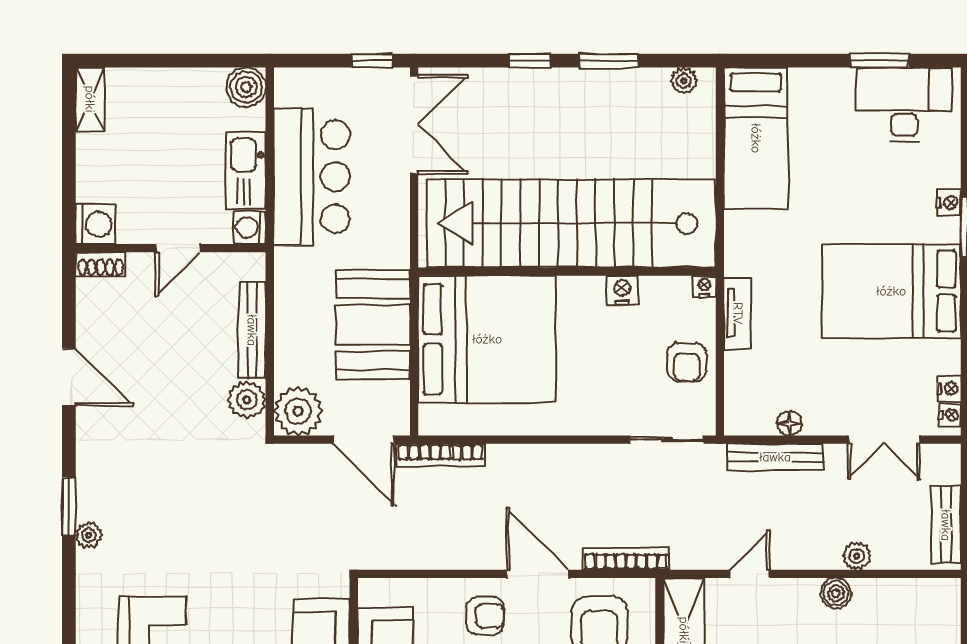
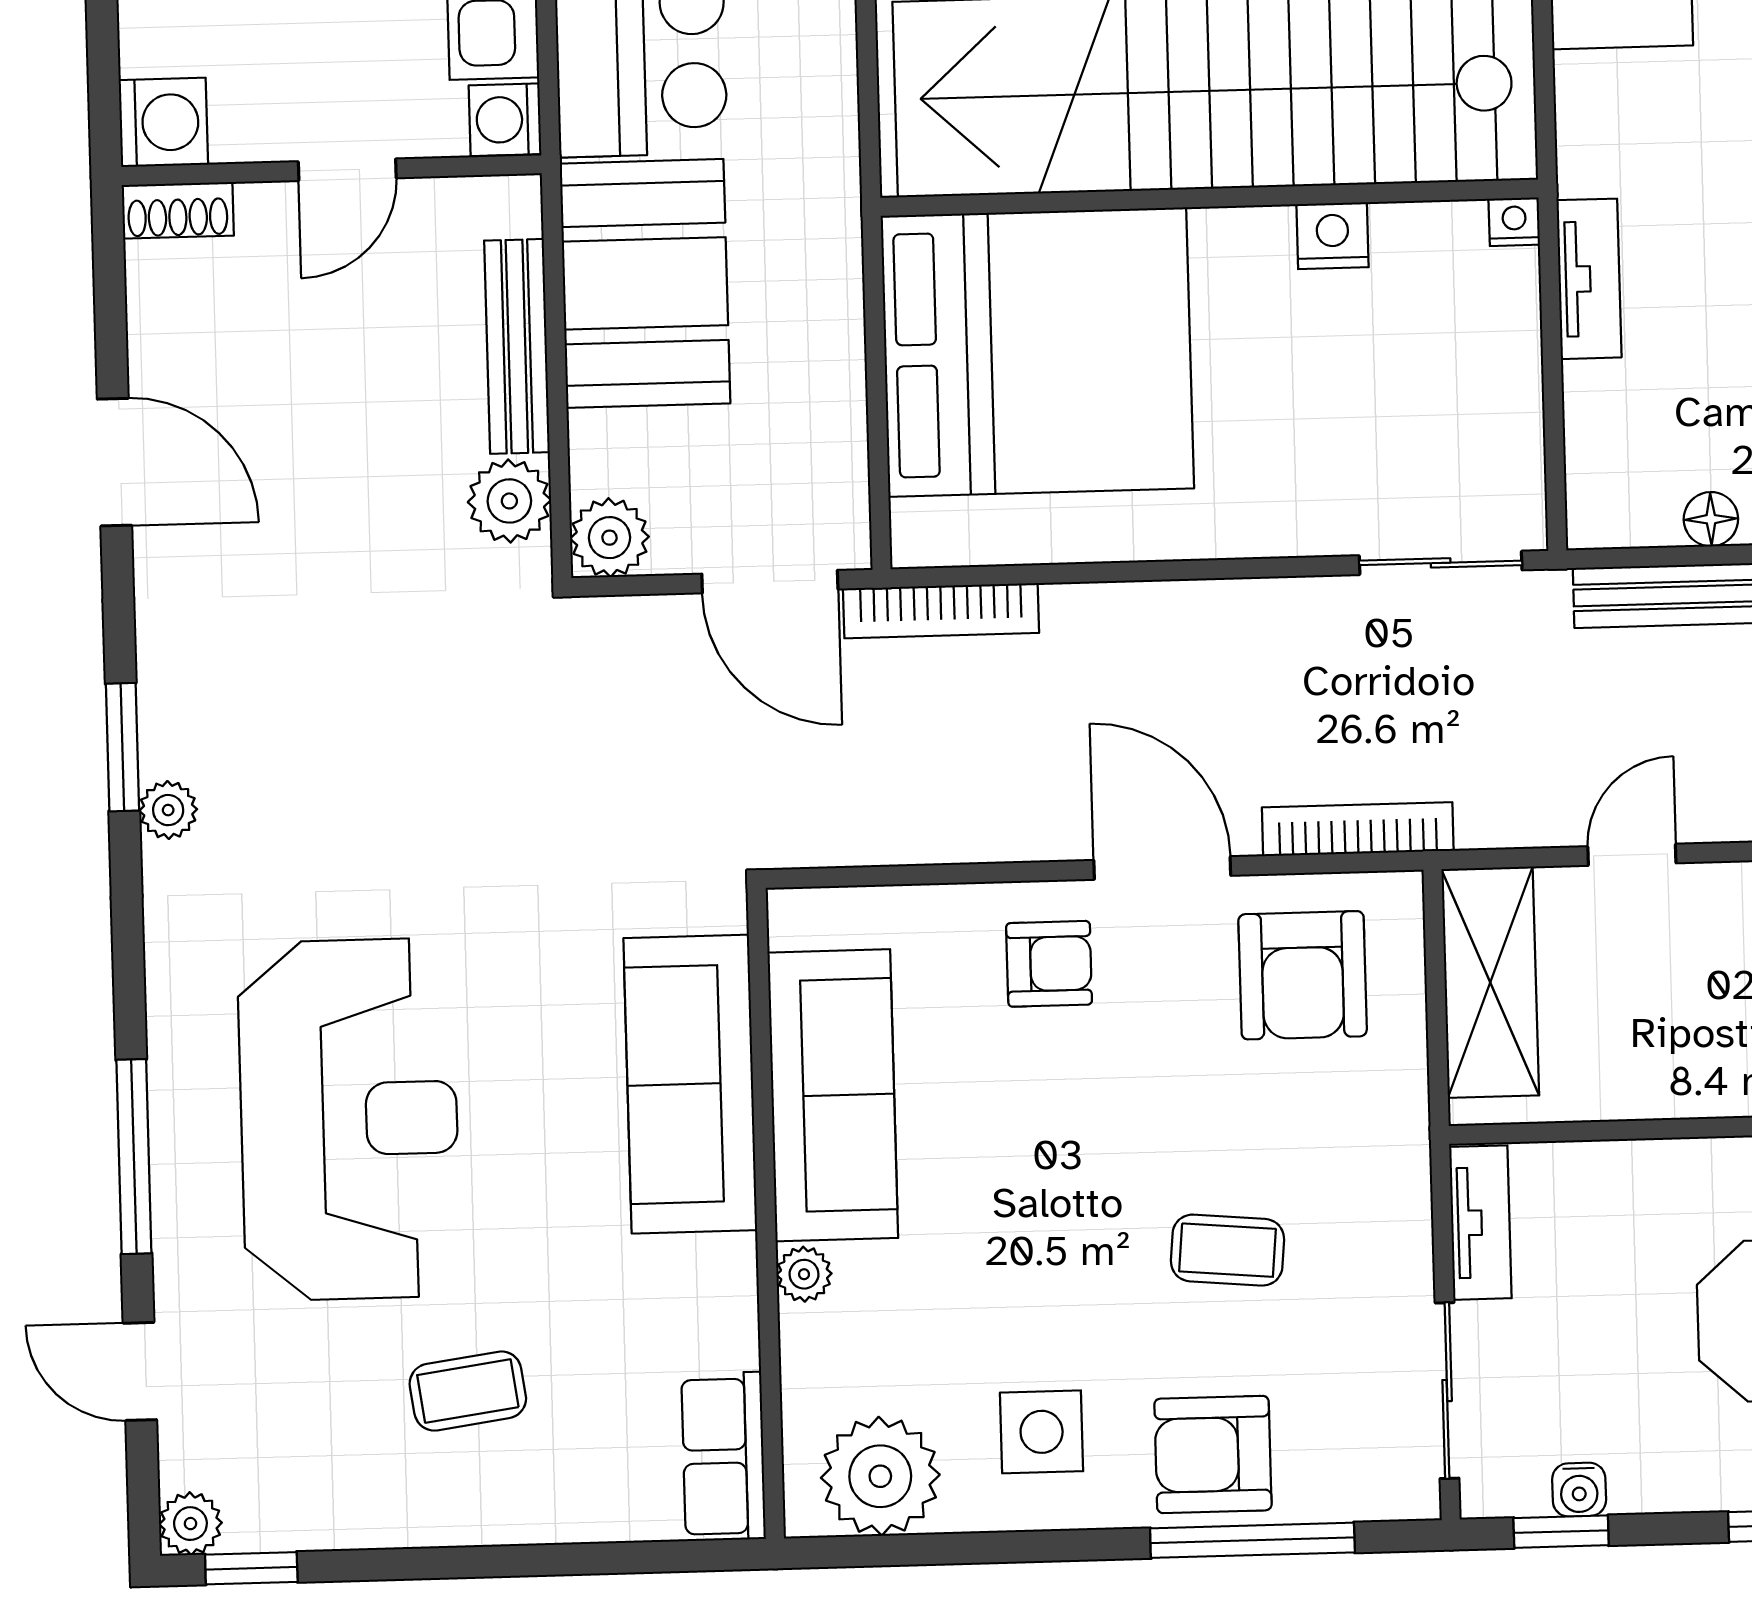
booth: (373, 325) -> (645, 283), moved
armchair: (687, 362) -> (1480, 391), removed
plant: (298, 411) -> (609, 538), width x0.73, depth x0.73

